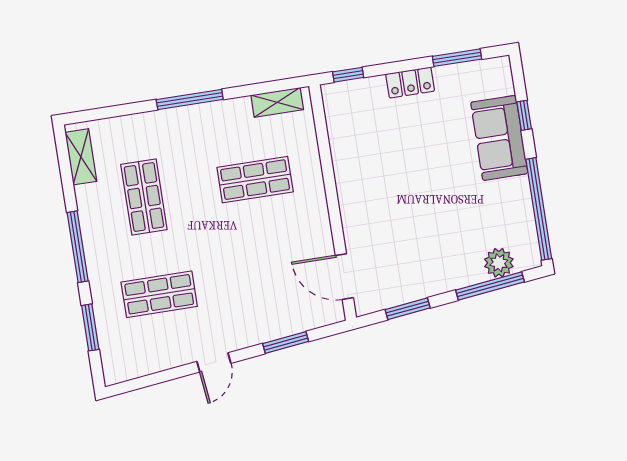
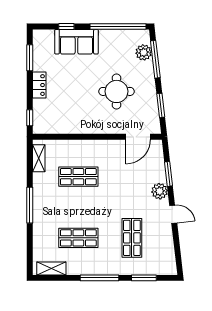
shop shelf: (255, 180) -> (78, 177), turned 90
round table: (420, 225) -> (117, 91), added
plant: (252, 331) -> (160, 191), added

